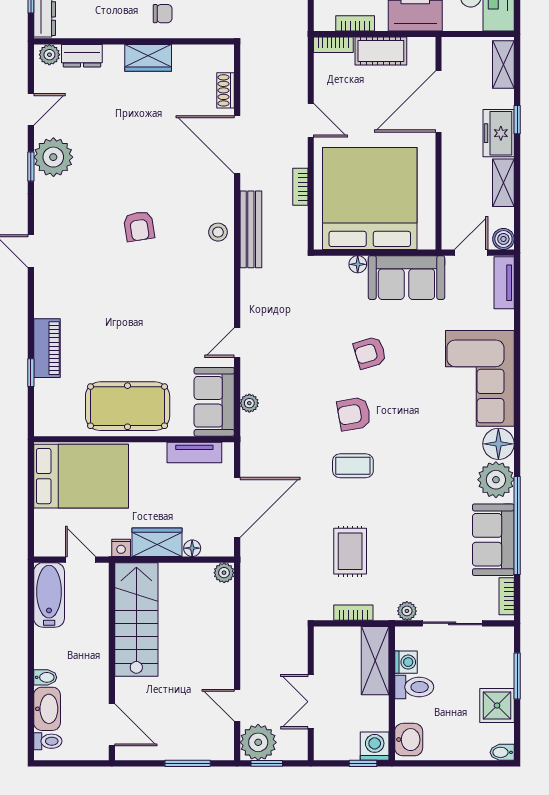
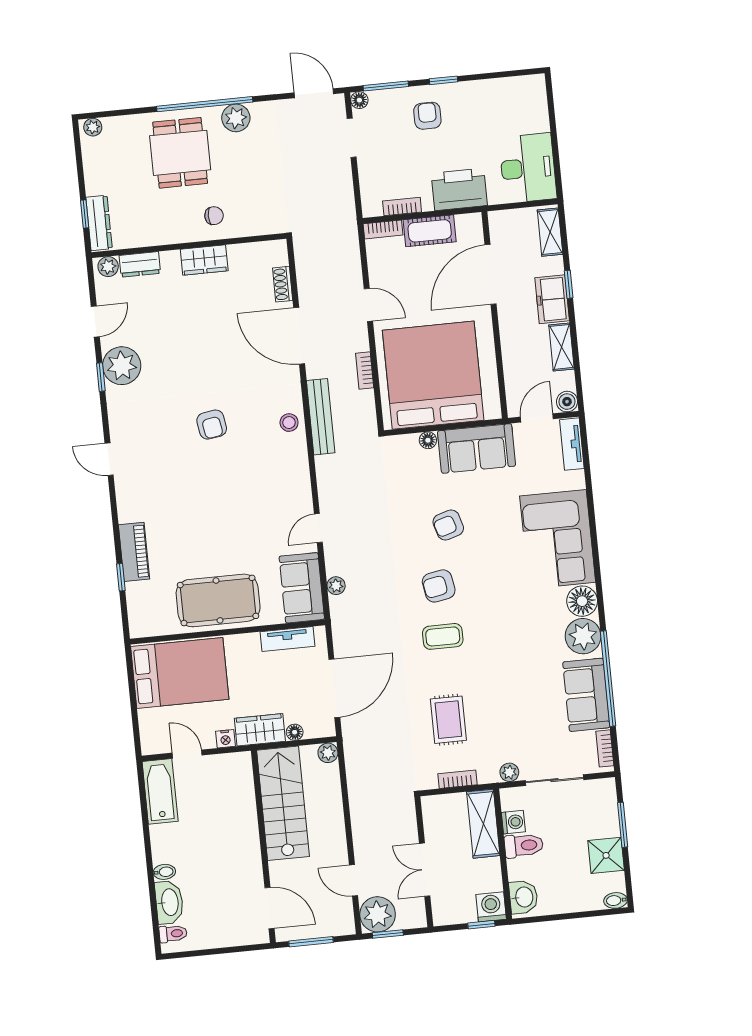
stairs: (136, 620) -> (283, 803), moved
wall: (112, 662) -> (263, 846), moved
door: (112, 725) -> (269, 908), moved

